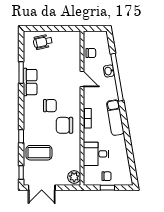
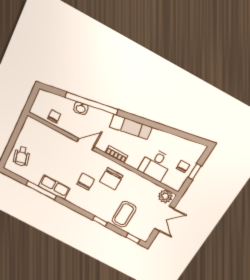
window: (21, 72) -> (41, 190), width x1.44
door: (82, 79) -> (86, 144), moved
double door: (42, 188) -> (164, 219), moved

